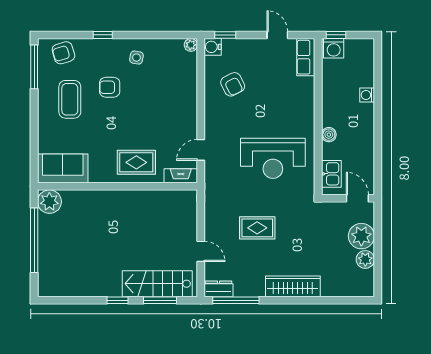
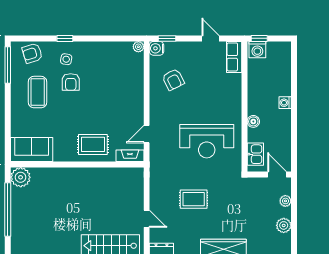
side table: (136, 58) -> (66, 59), moved
armchair: (110, 87) -> (71, 82), turned -90
washing machine: (367, 95) -> (285, 103), moved
plant: (361, 236) -> (285, 201), width x0.53, depth x0.53

